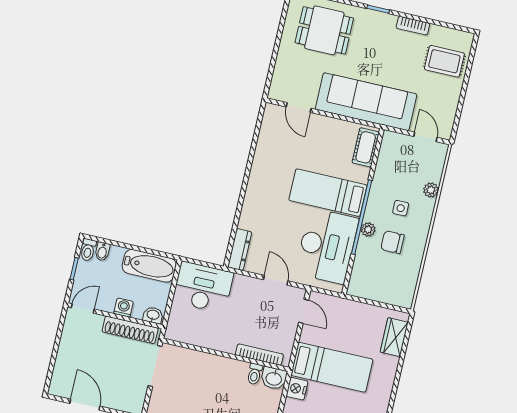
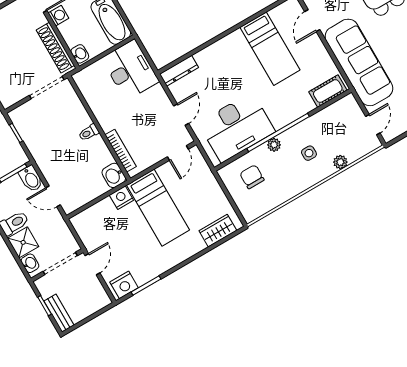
bed: (328, 193) -> (270, 49), moved, turned 180
chair: (392, 242) -> (252, 177), moved
washing machine: (123, 308) -> (58, 16), moved
toilet: (255, 374) -> (89, 133), moved

